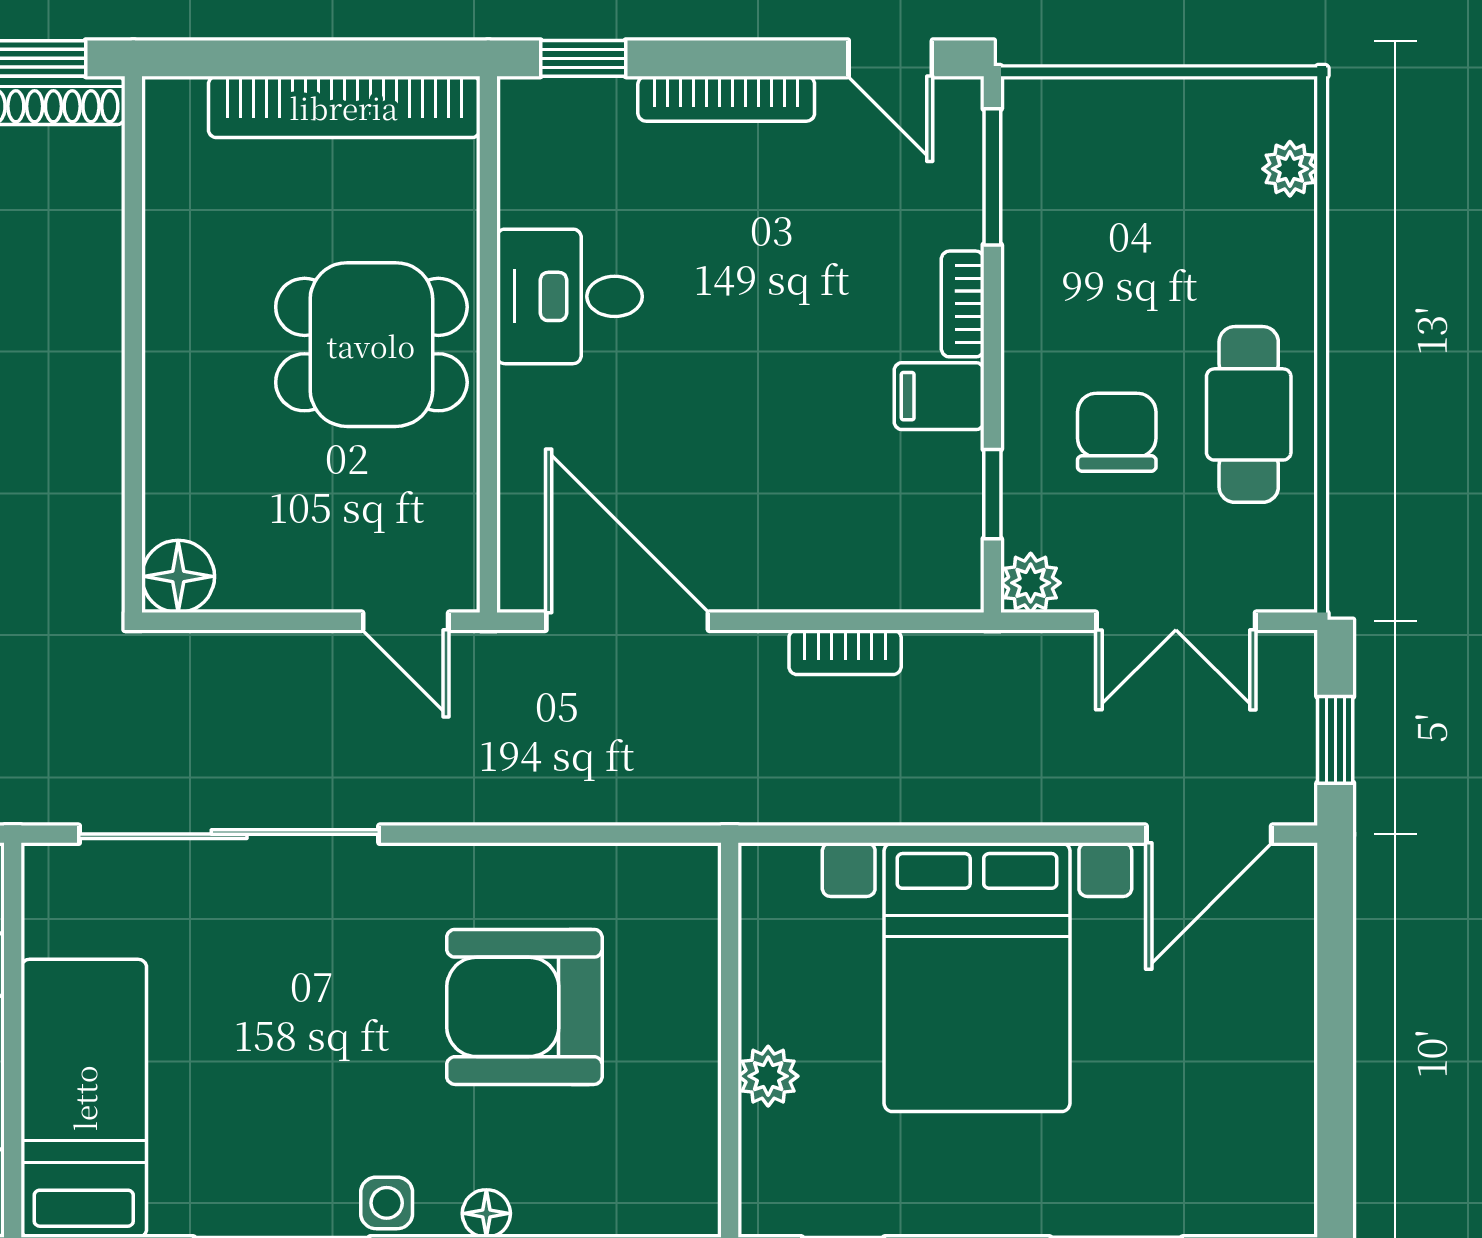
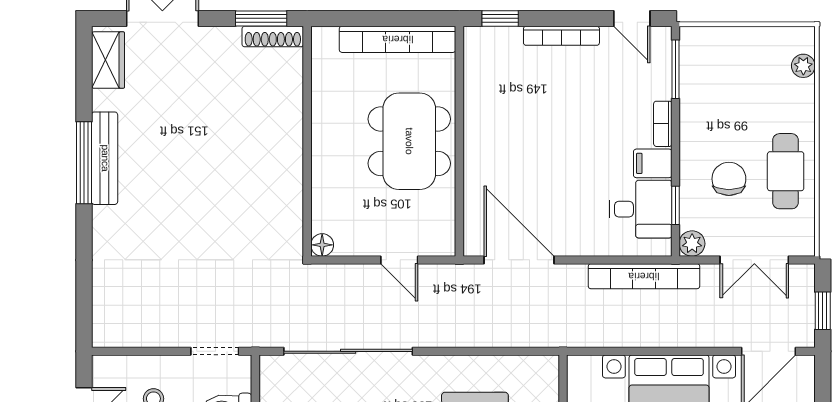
desk: (569, 296) -> (641, 209), moved, turned 180
dining table: (371, 345) -> (409, 141), width x1.38
floor lamp: (178, 576) -> (322, 245), width x0.73, depth x0.73
door: (406, 621) -> (399, 260), moved
bookcase: (845, 652) -> (644, 276), width x2.31, depth x1.31

